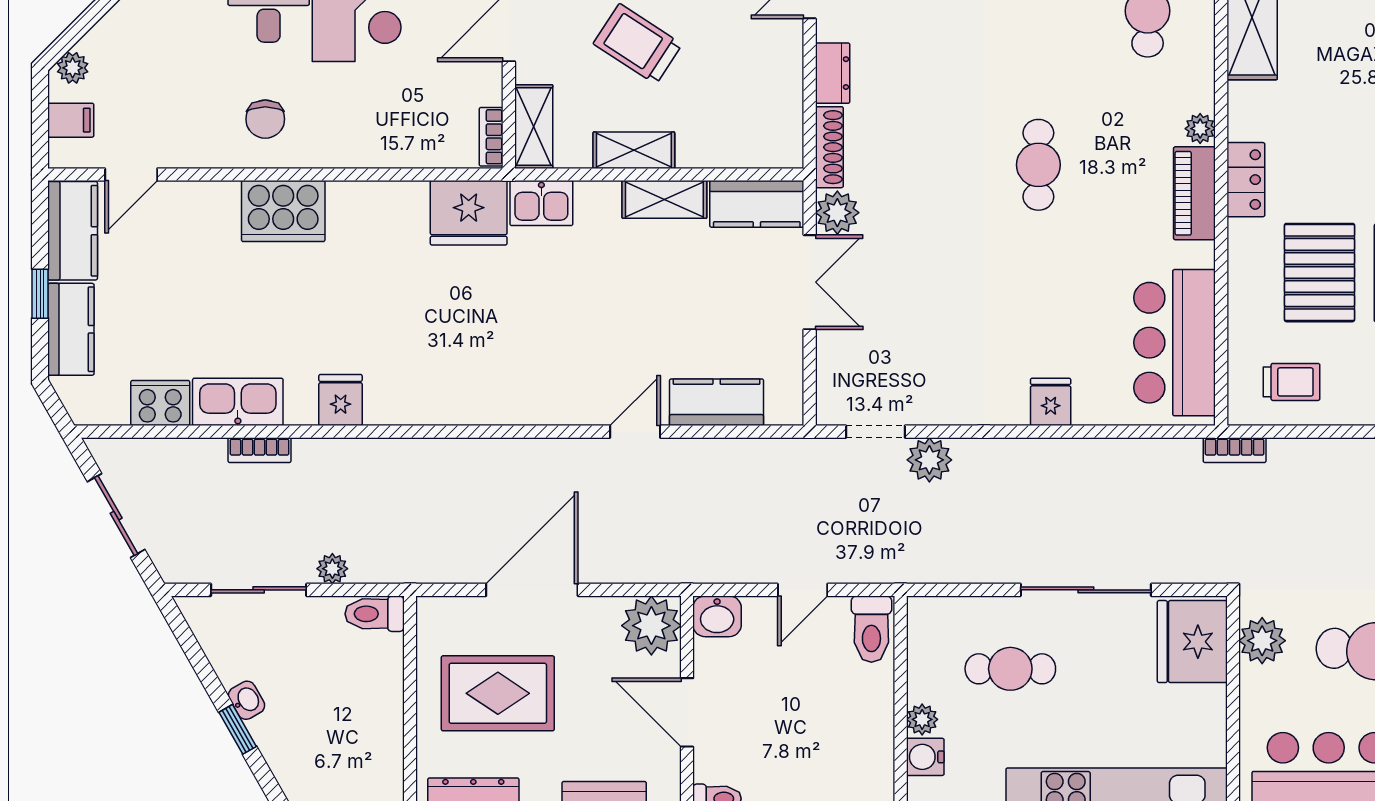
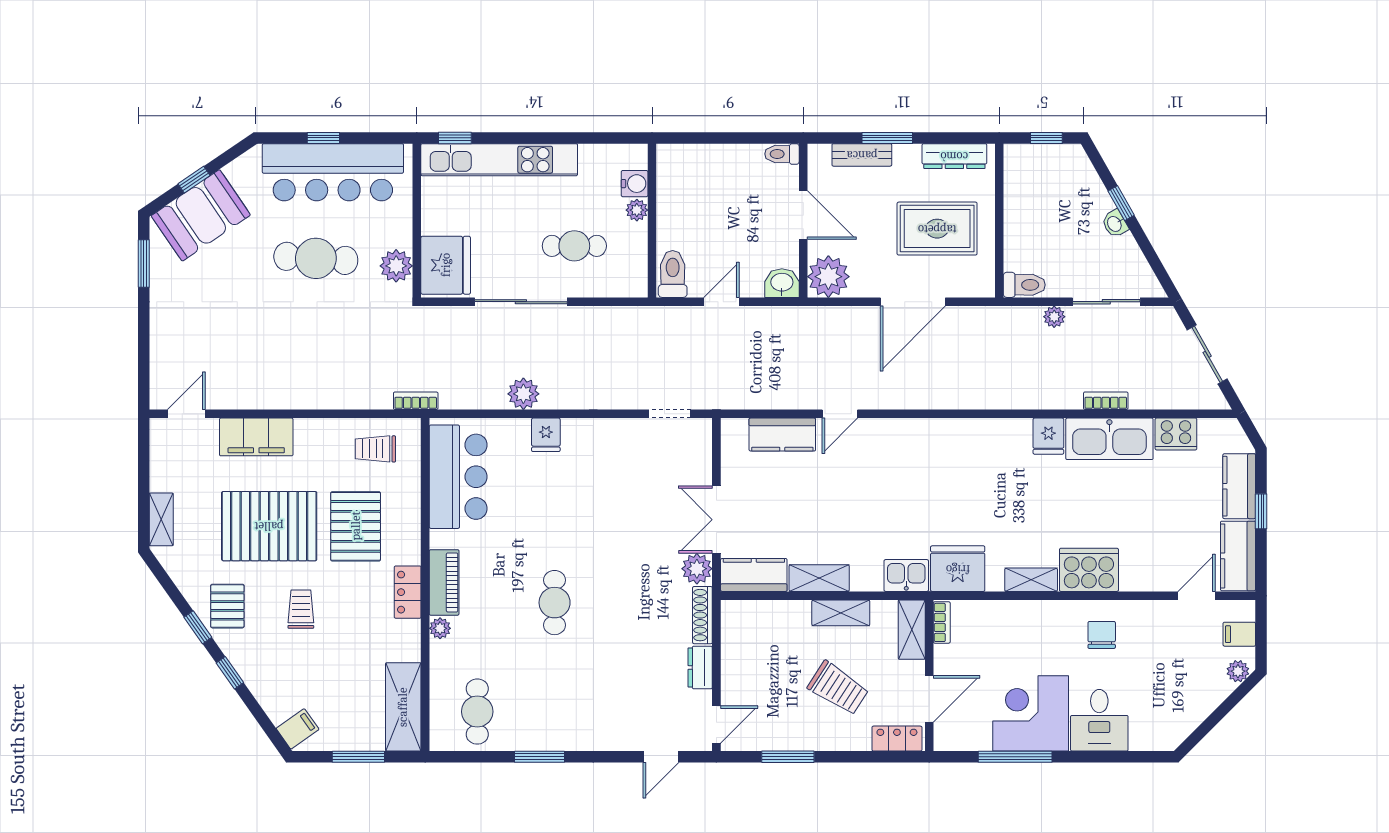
shelving: (365, 197) -> (1031, 580), added
kitchen sink: (238, 402) -> (1109, 439), width x1.36, depth x1.24
plant: (929, 460) -> (523, 394), moved

